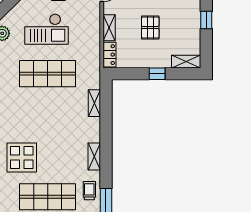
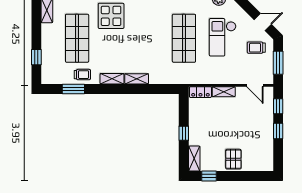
window: (206, 20) -> (209, 176), moved
pallet: (150, 27) -> (233, 159), moved, turned 90
shelving: (94, 103) -> (137, 79), moved

